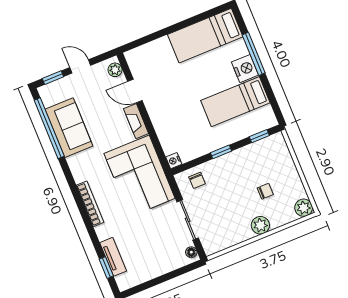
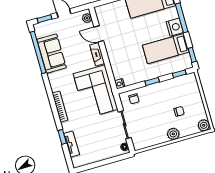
window: (275, 106) -> (192, 55), added
window: (106, 268) -> (62, 137), moved

